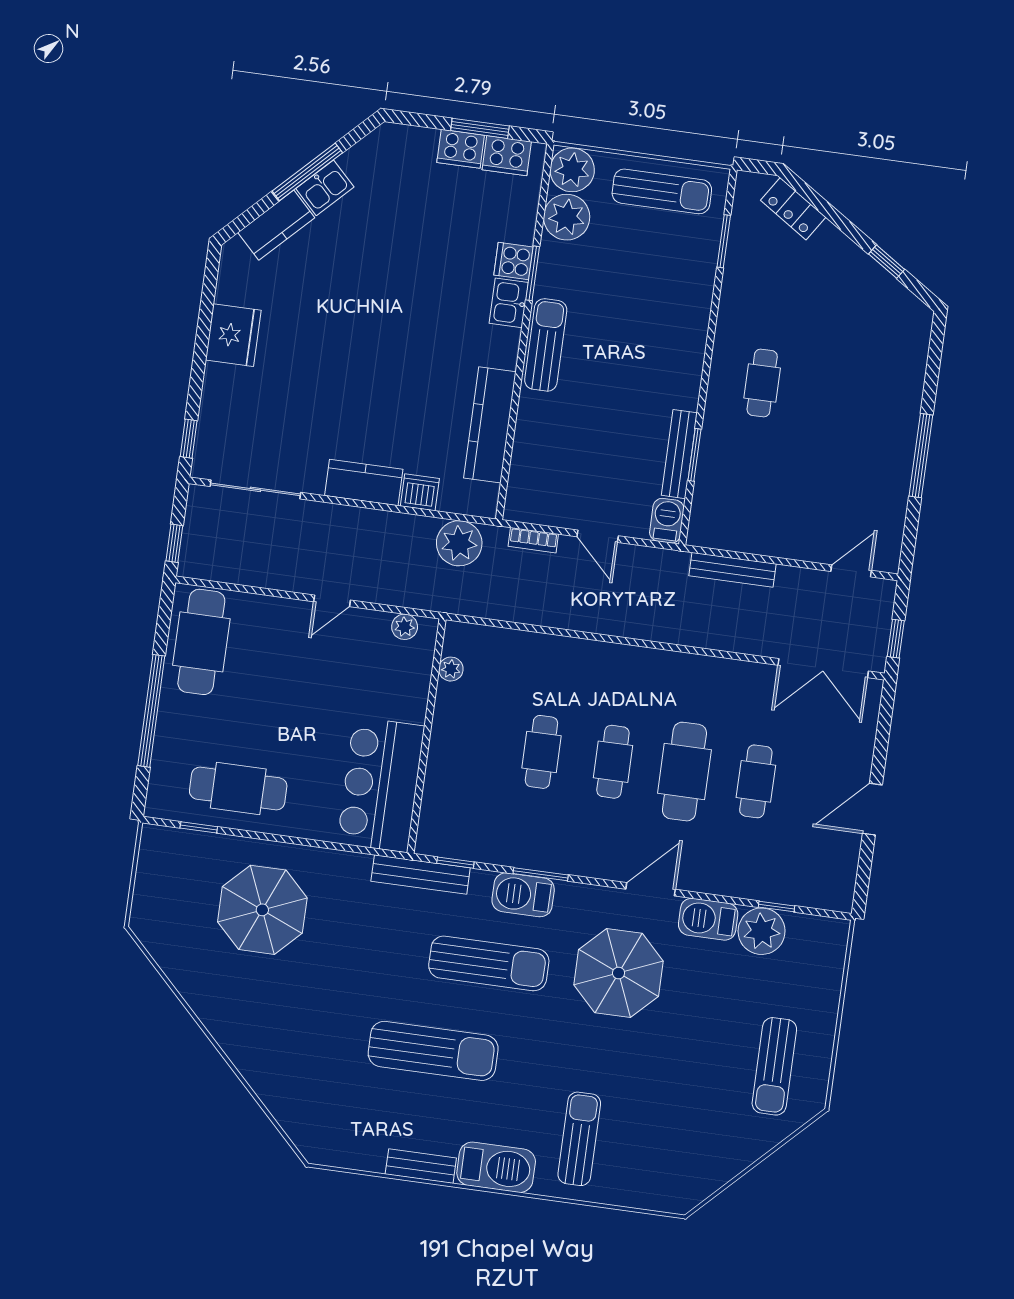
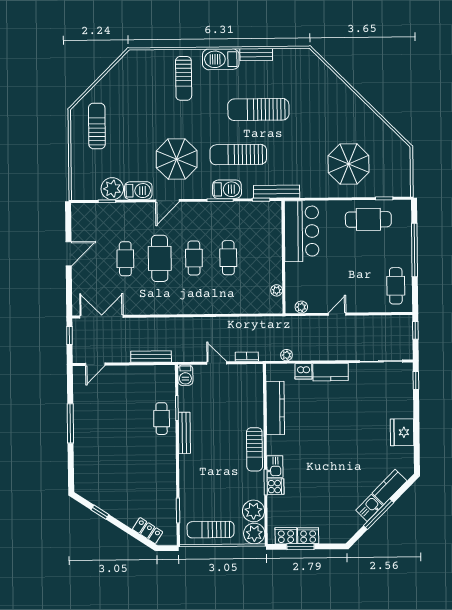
cafe table: (762, 383) -> (162, 419), moved
bench: (679, 454) -> (184, 433), moved
plant: (459, 543) -> (286, 355), width x0.53, depth x0.53
cafe table: (201, 642) -> (396, 286), width x0.73, depth x0.74

